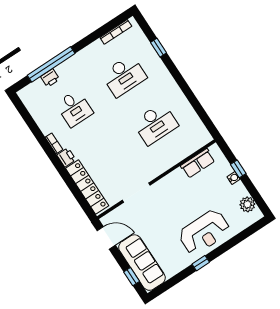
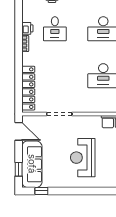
printer: (66, 157) -> (27, 28), moved
reception desk: (204, 232) -> (83, 158), moved, turned 90
window: (201, 263) -> (41, 191), moved

